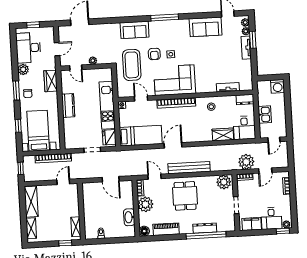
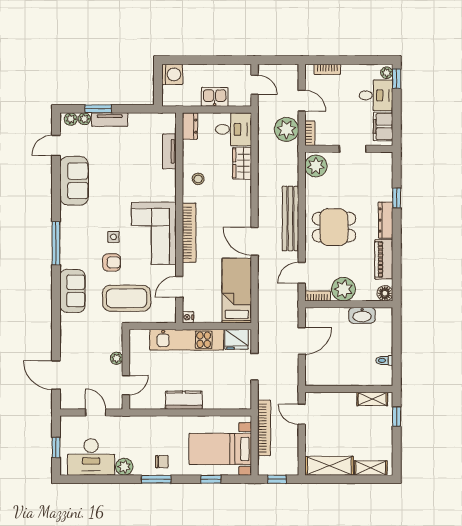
wardrobe: (51, 81) -> (144, 425), removed
dresser: (205, 228) -> (386, 220), moved
window: (206, 235) -> (397, 198), width x0.32

